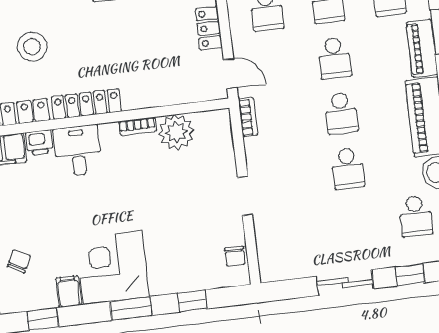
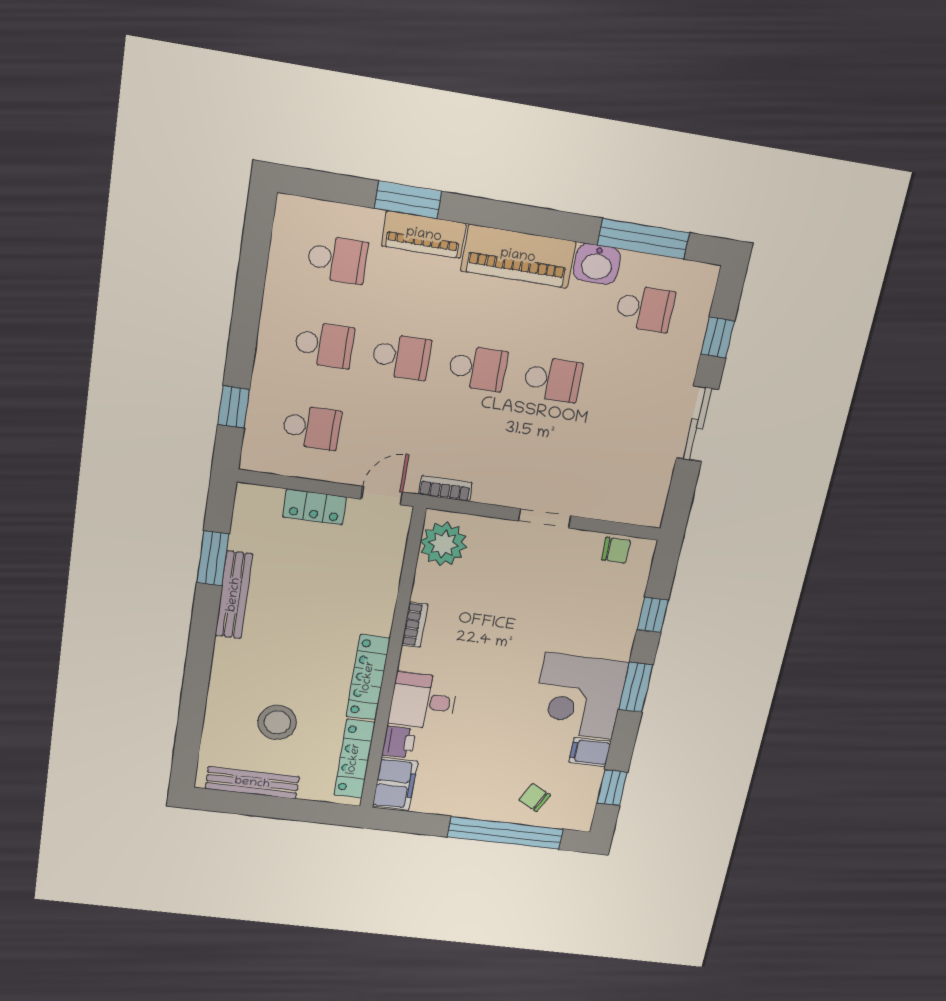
plant: (176, 132) -> (444, 544), moved

